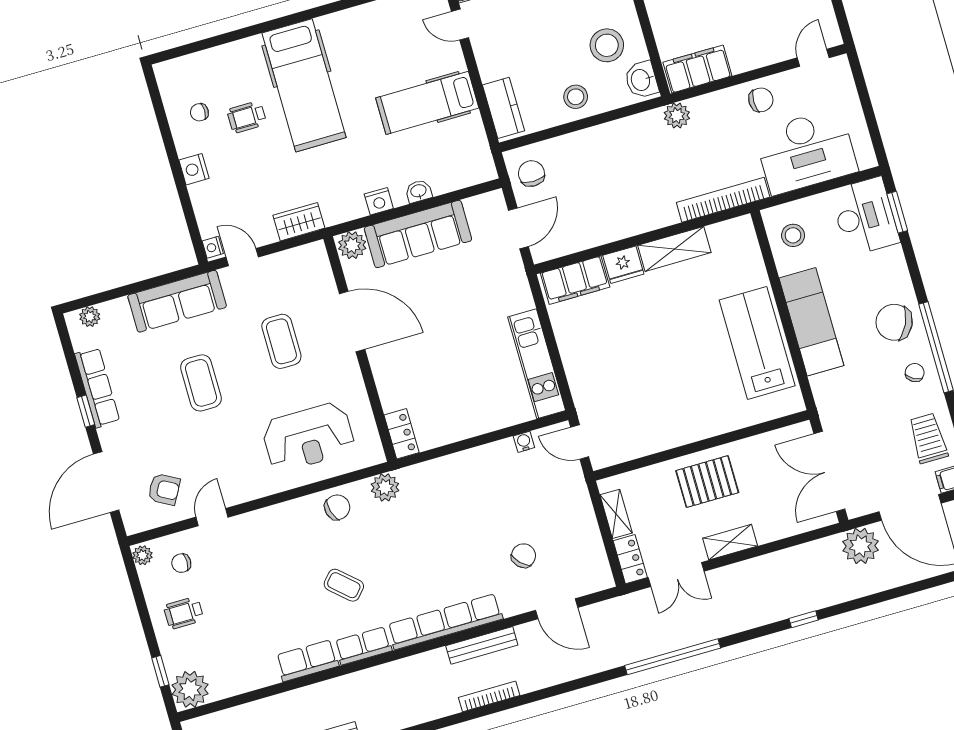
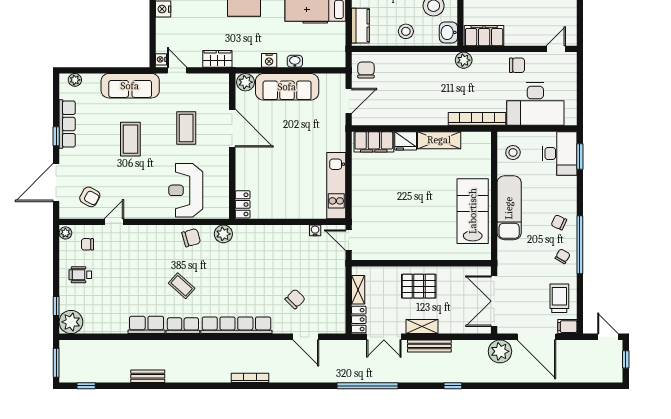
chair: (894, 322) -> (559, 222), width x0.54, depth x0.54
reception desk: (308, 437) -> (186, 190), turned 90
bench: (482, 645) -> (429, 346), moved

